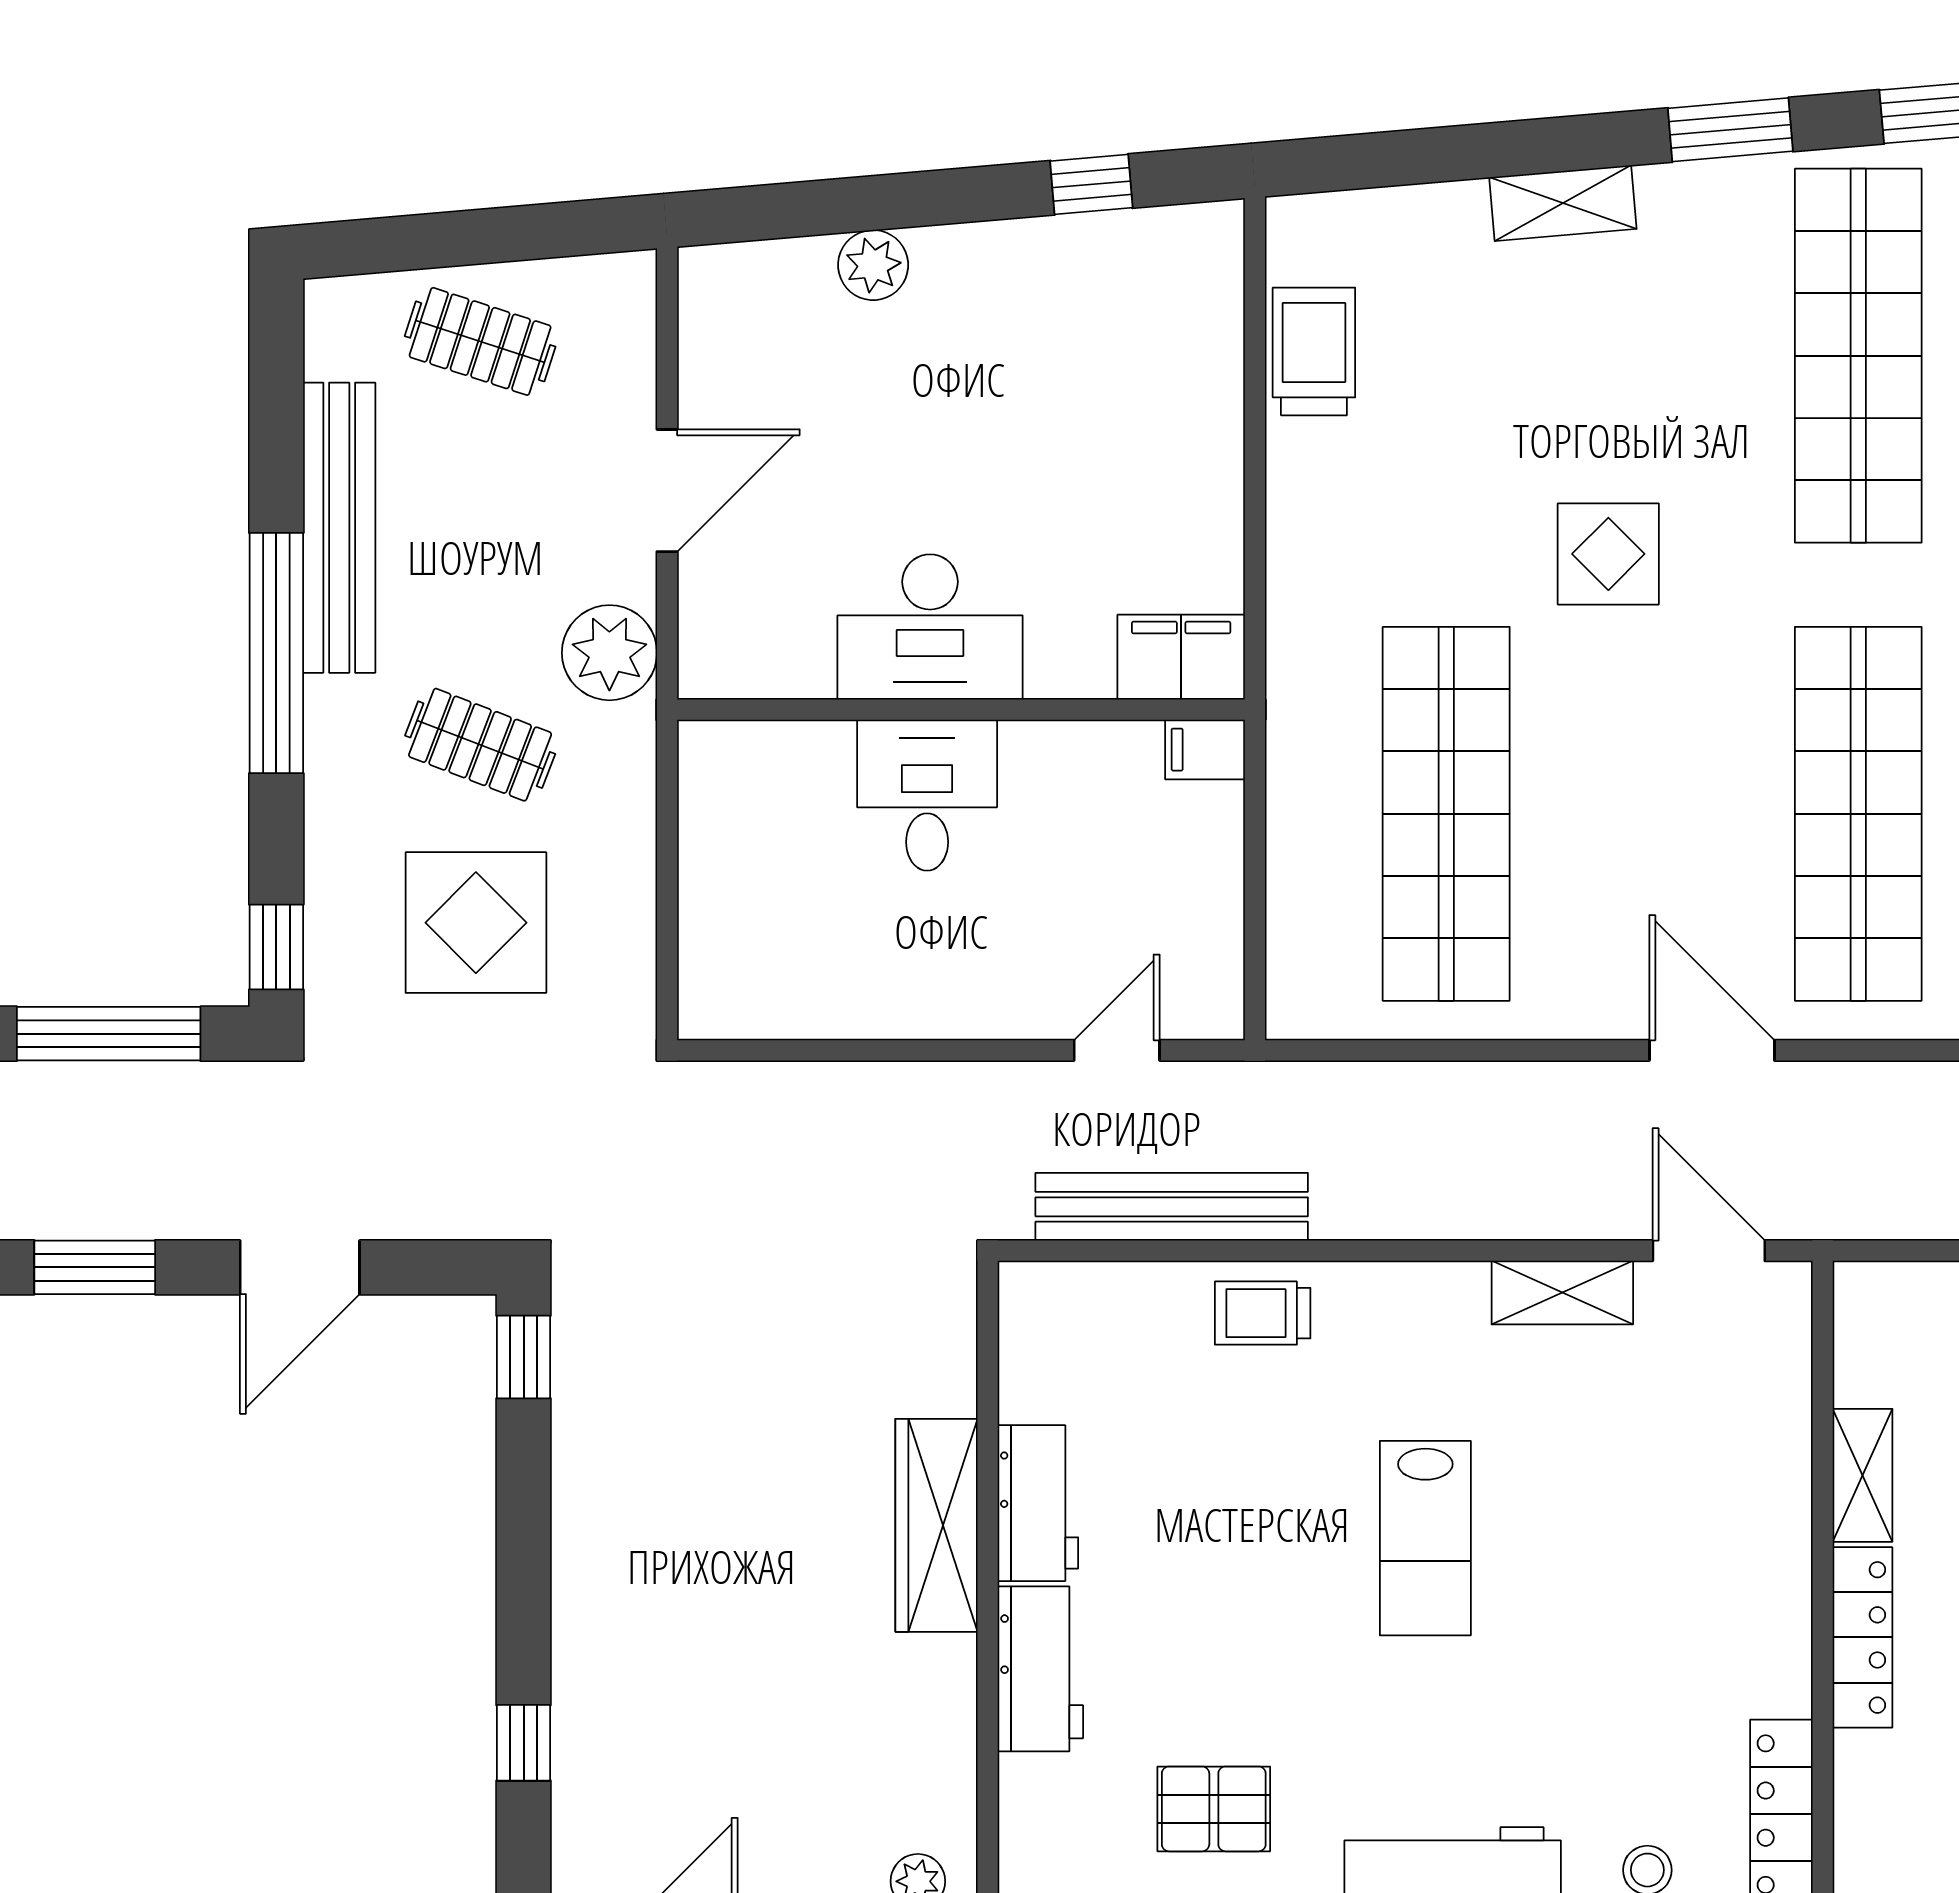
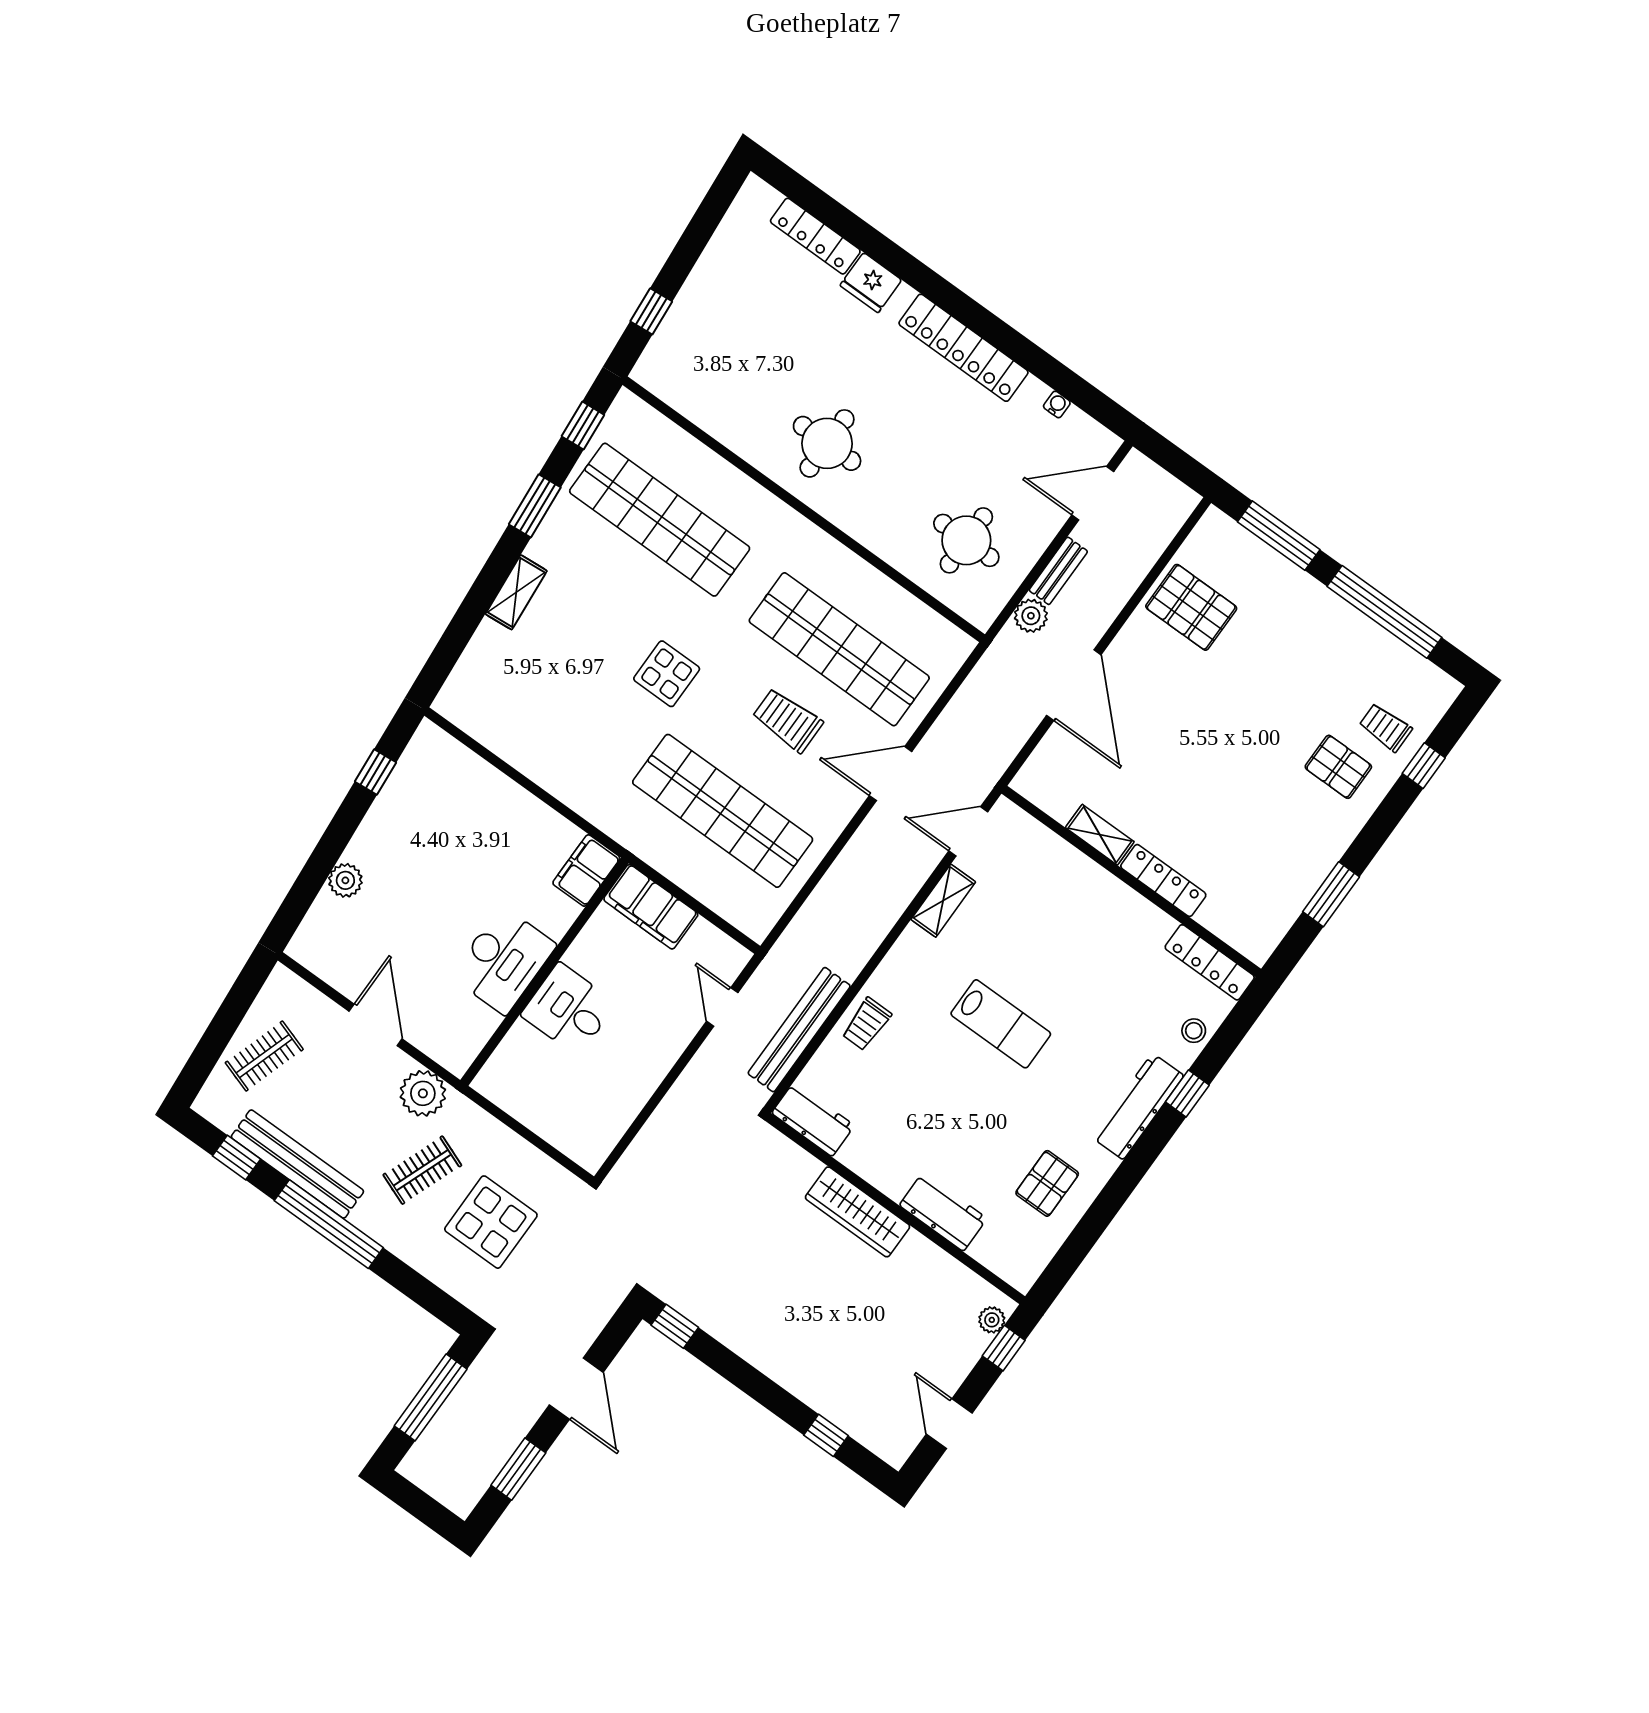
trolley: (1314, 351) -> (788, 720), moved
filing cabinet: (1205, 750) -> (651, 907), width x3.00, depth x1.17
window: (276, 947) -> (236, 1157), moved
workbench: (1038, 1503) -> (813, 1119), moved

